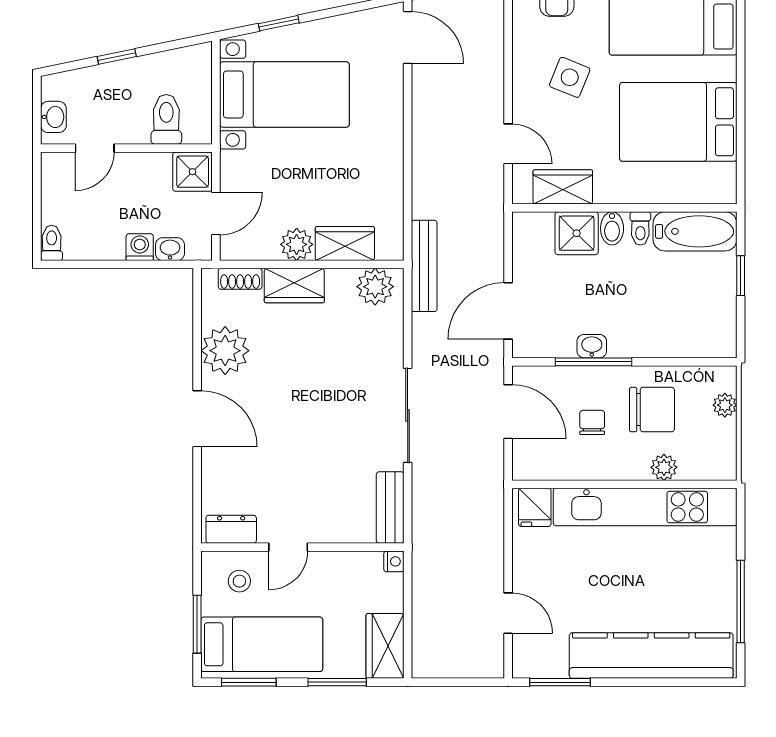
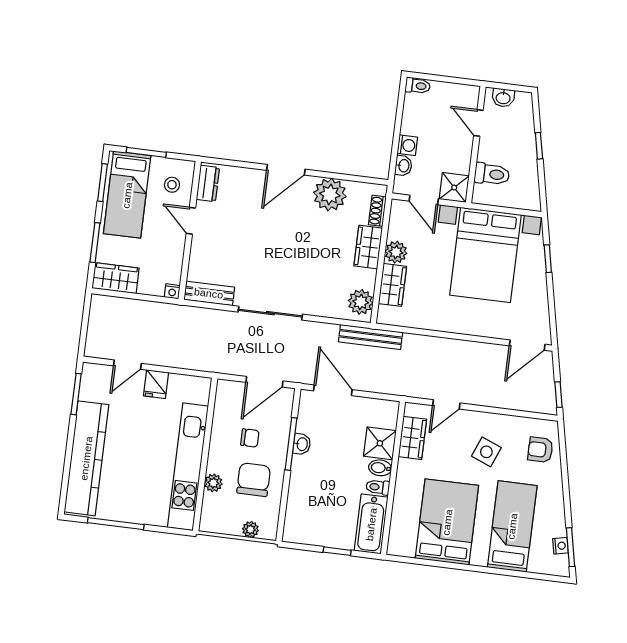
bed with nightstands: (284, 94) -> (485, 255), width x1.36
chair: (652, 410) -> (254, 480), turned 180
fridge: (535, 507) -> (156, 384), moved, turned -90

